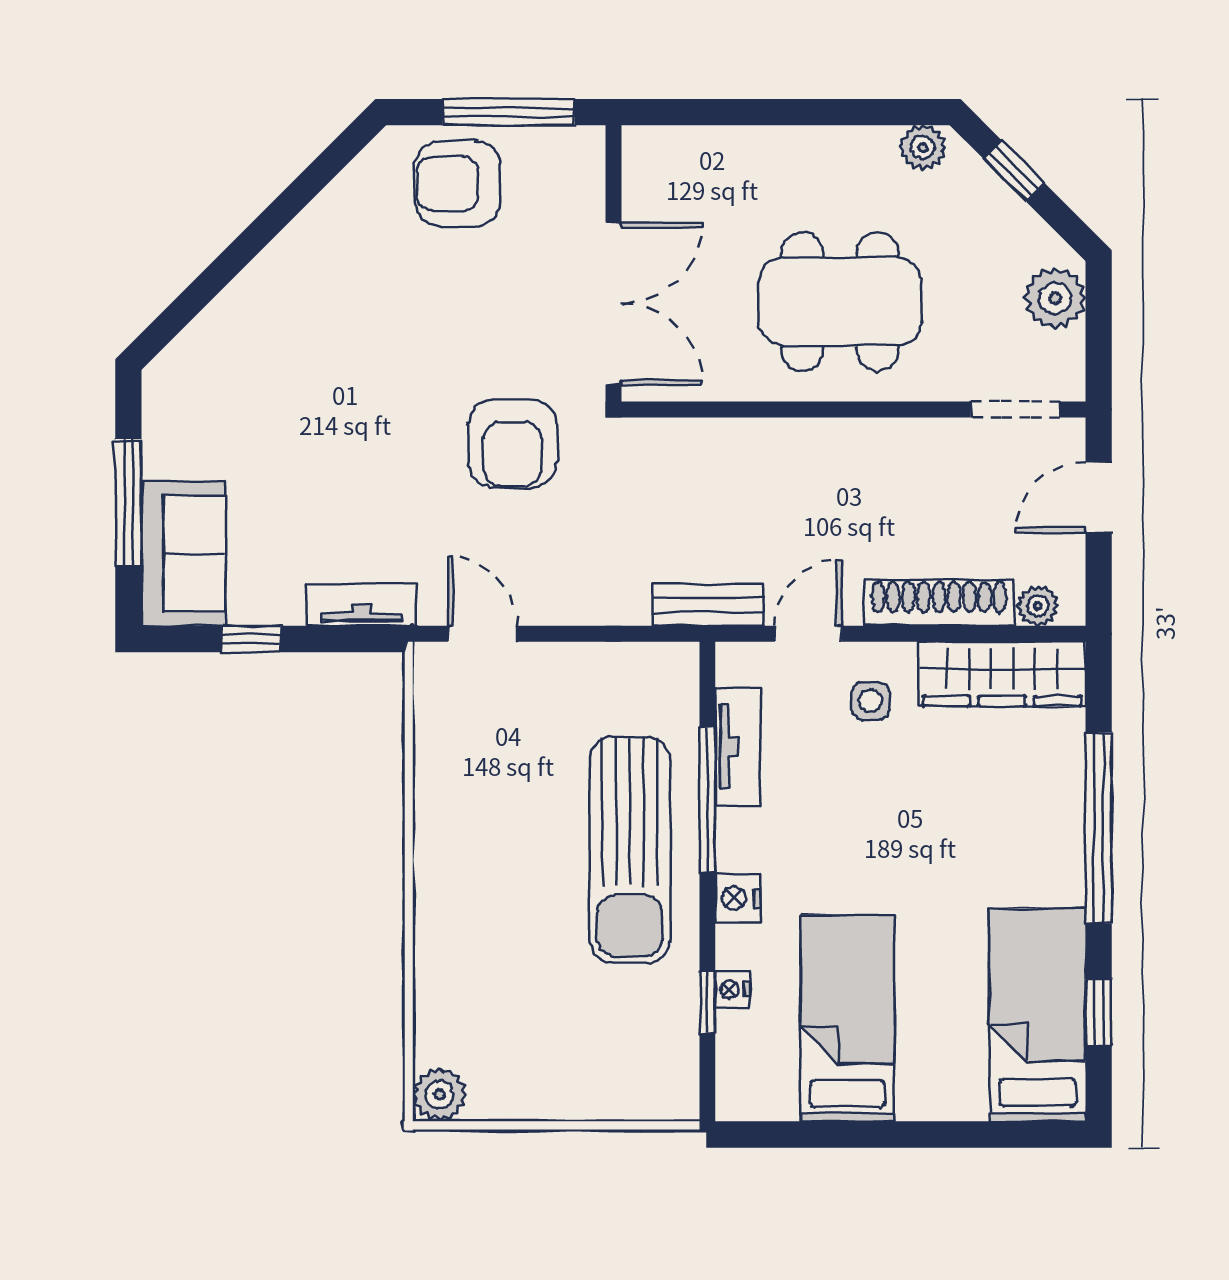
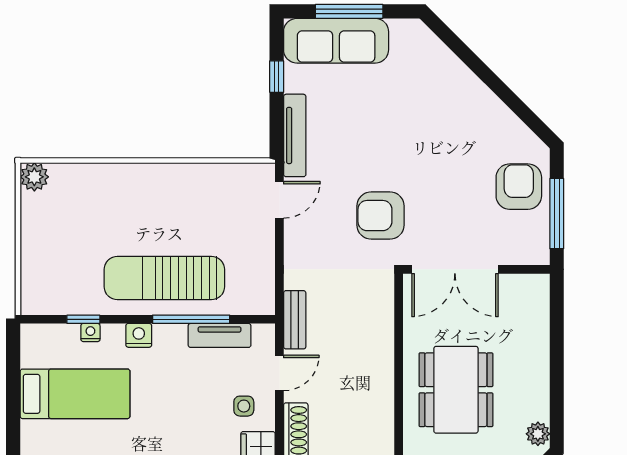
sofa: (183, 553) -> (336, 41), width x1.36
tv unit: (362, 605) -> (295, 135), width x1.41
door: (808, 634) -> (279, 373), hinge flipped

